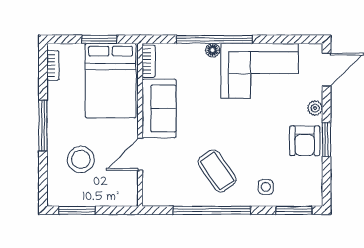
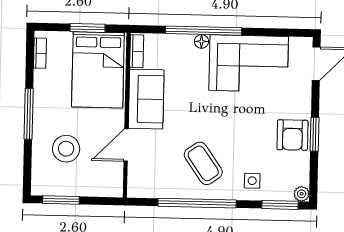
plant: (315, 108) -> (302, 194), moved

